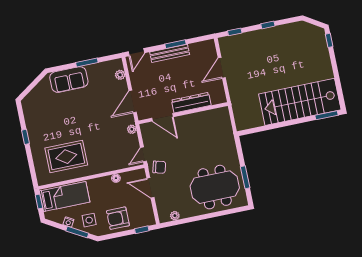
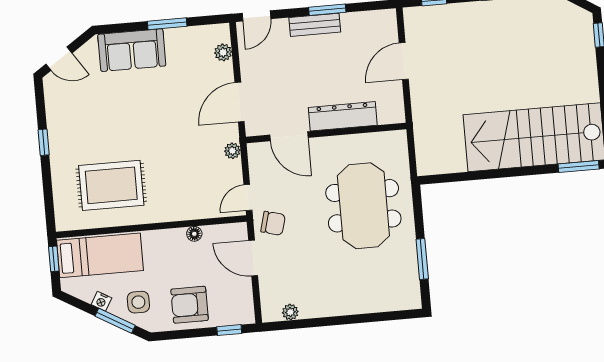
bench: (170, 53) -> (315, 25), width x0.73
door: (29, 89) -> (59, 59), added
meeting table: (215, 187) -> (363, 206), moved, turned 90

